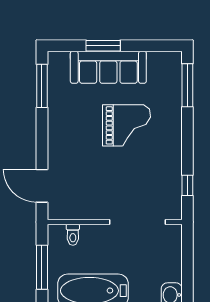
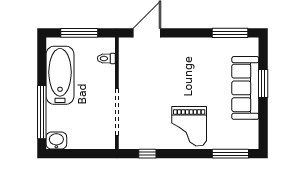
grand piano: (127, 125) -> (189, 126), moved

